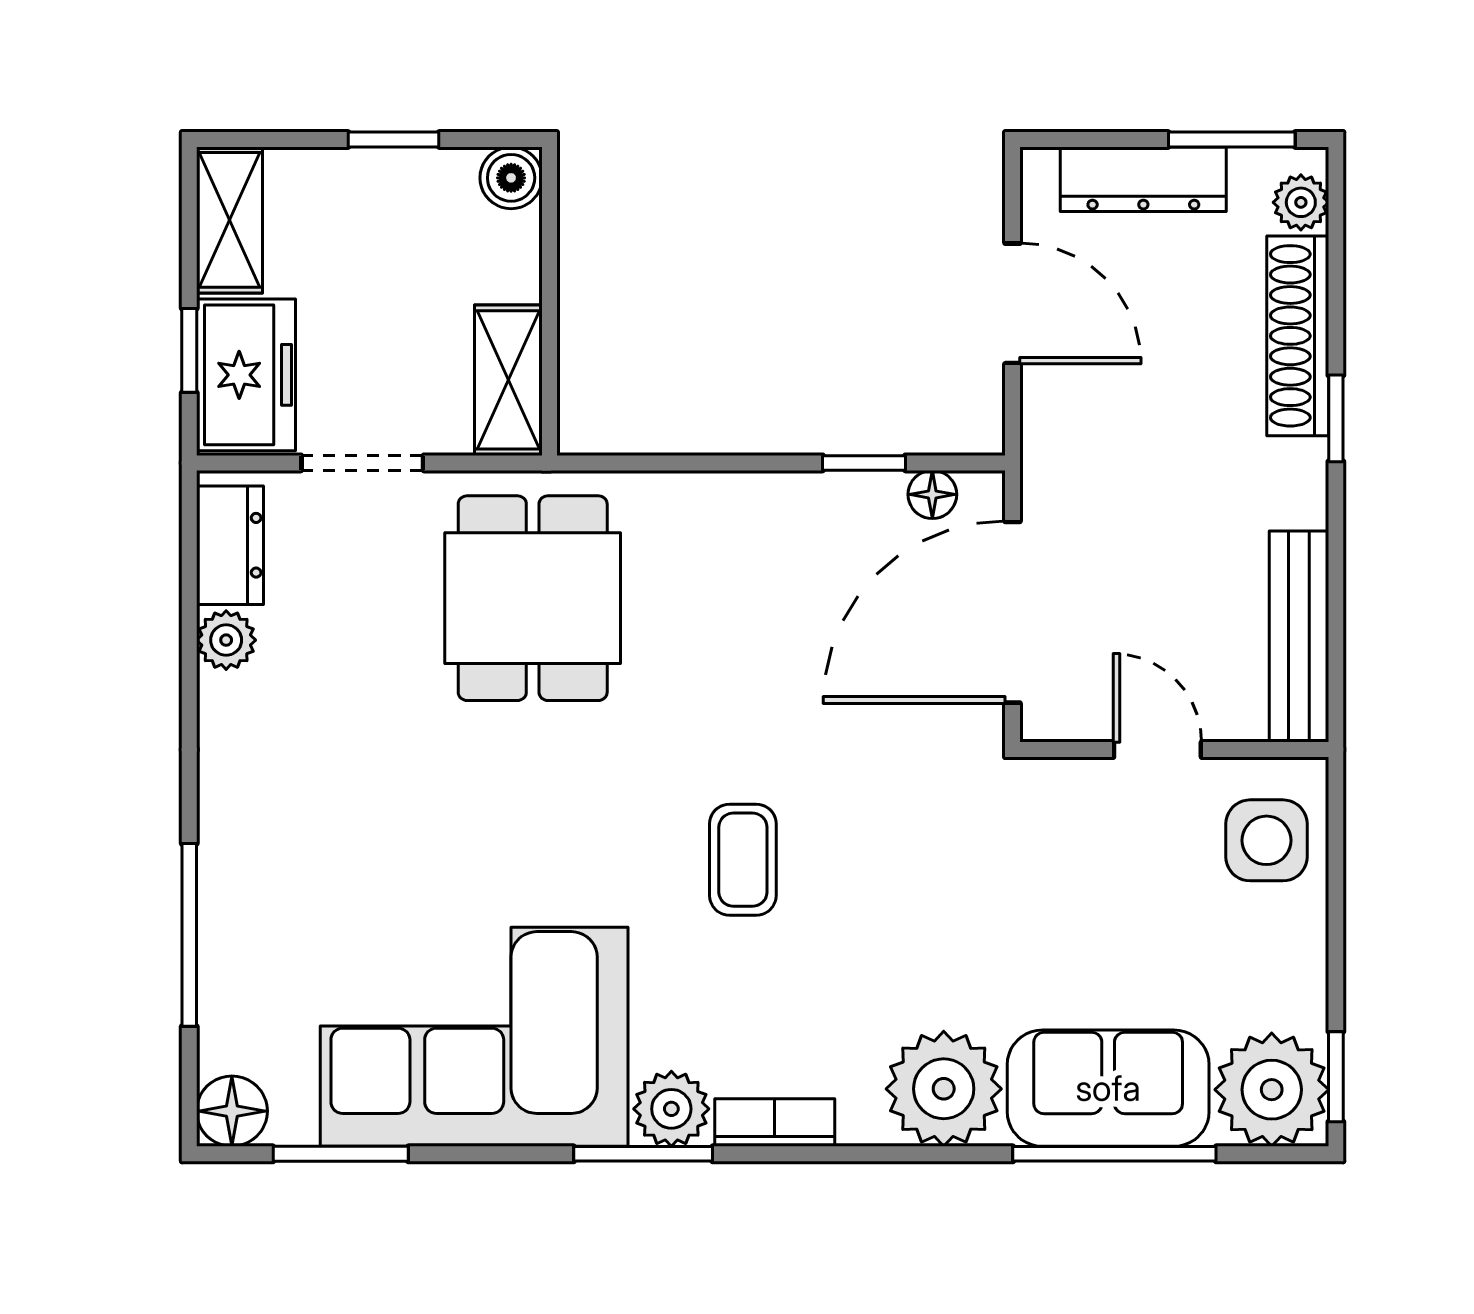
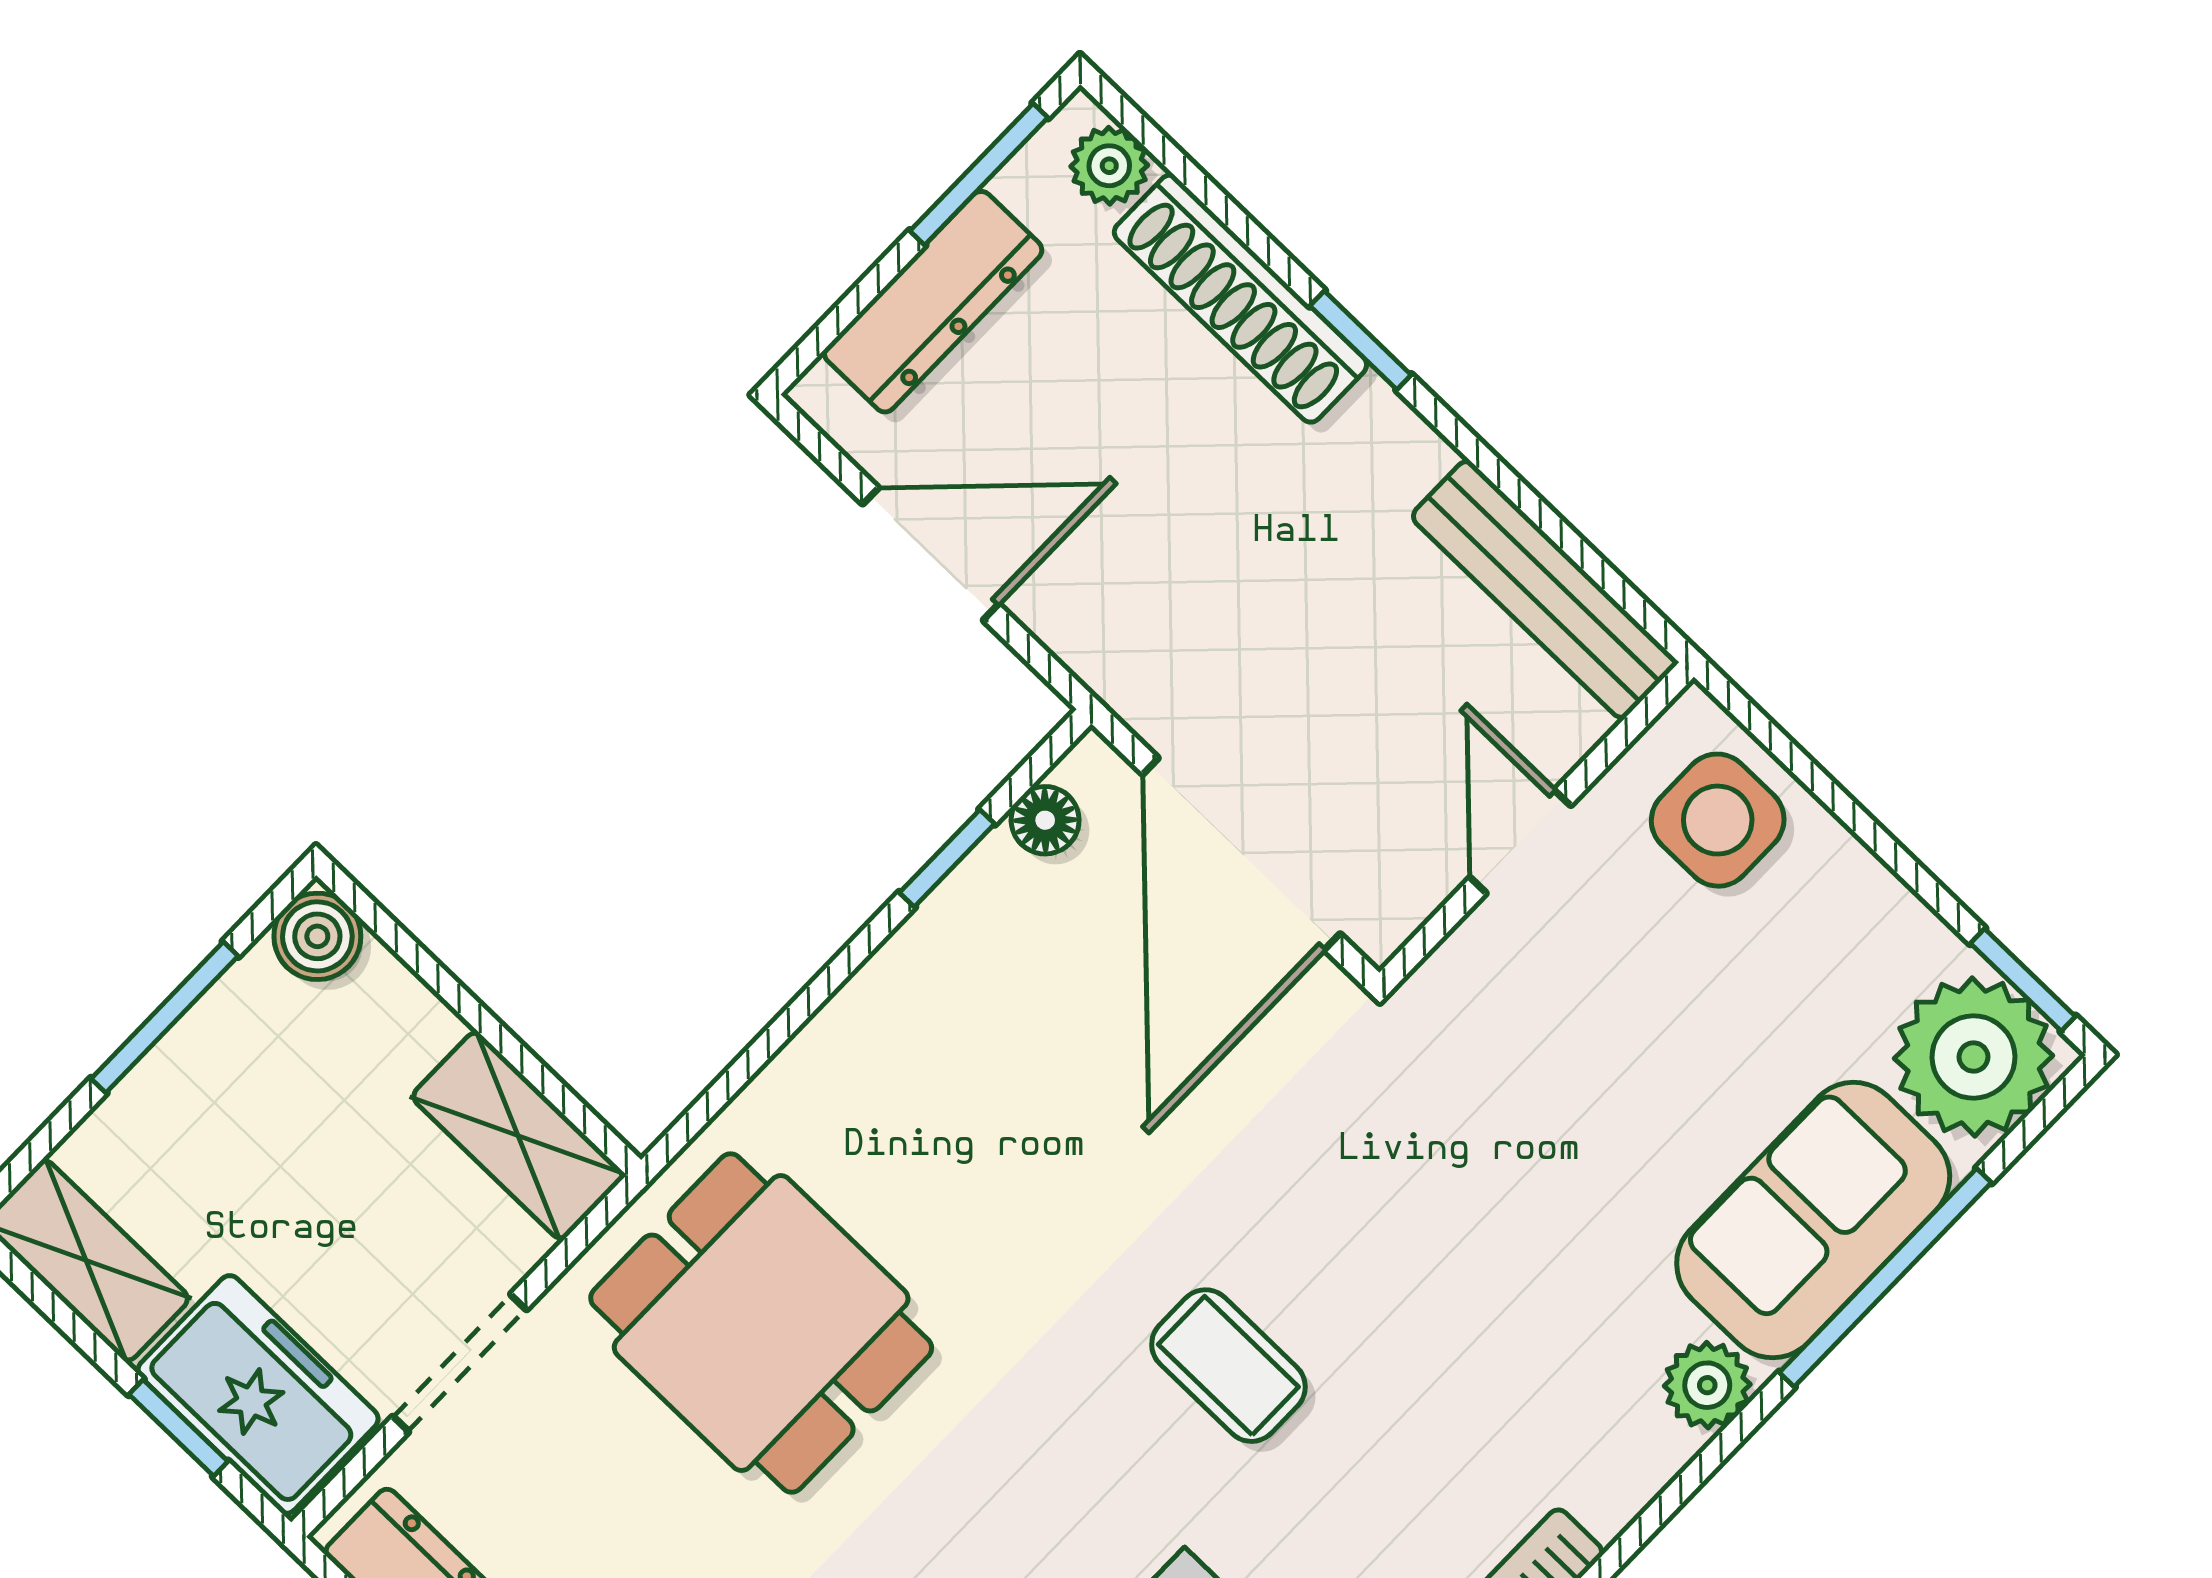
window: (394, 139) -> (165, 1017), width x1.50
door: (1157, 750) -> (1520, 842), hinge flipped
plant: (944, 1089) -> (1707, 1385), width x0.53, depth x0.53

